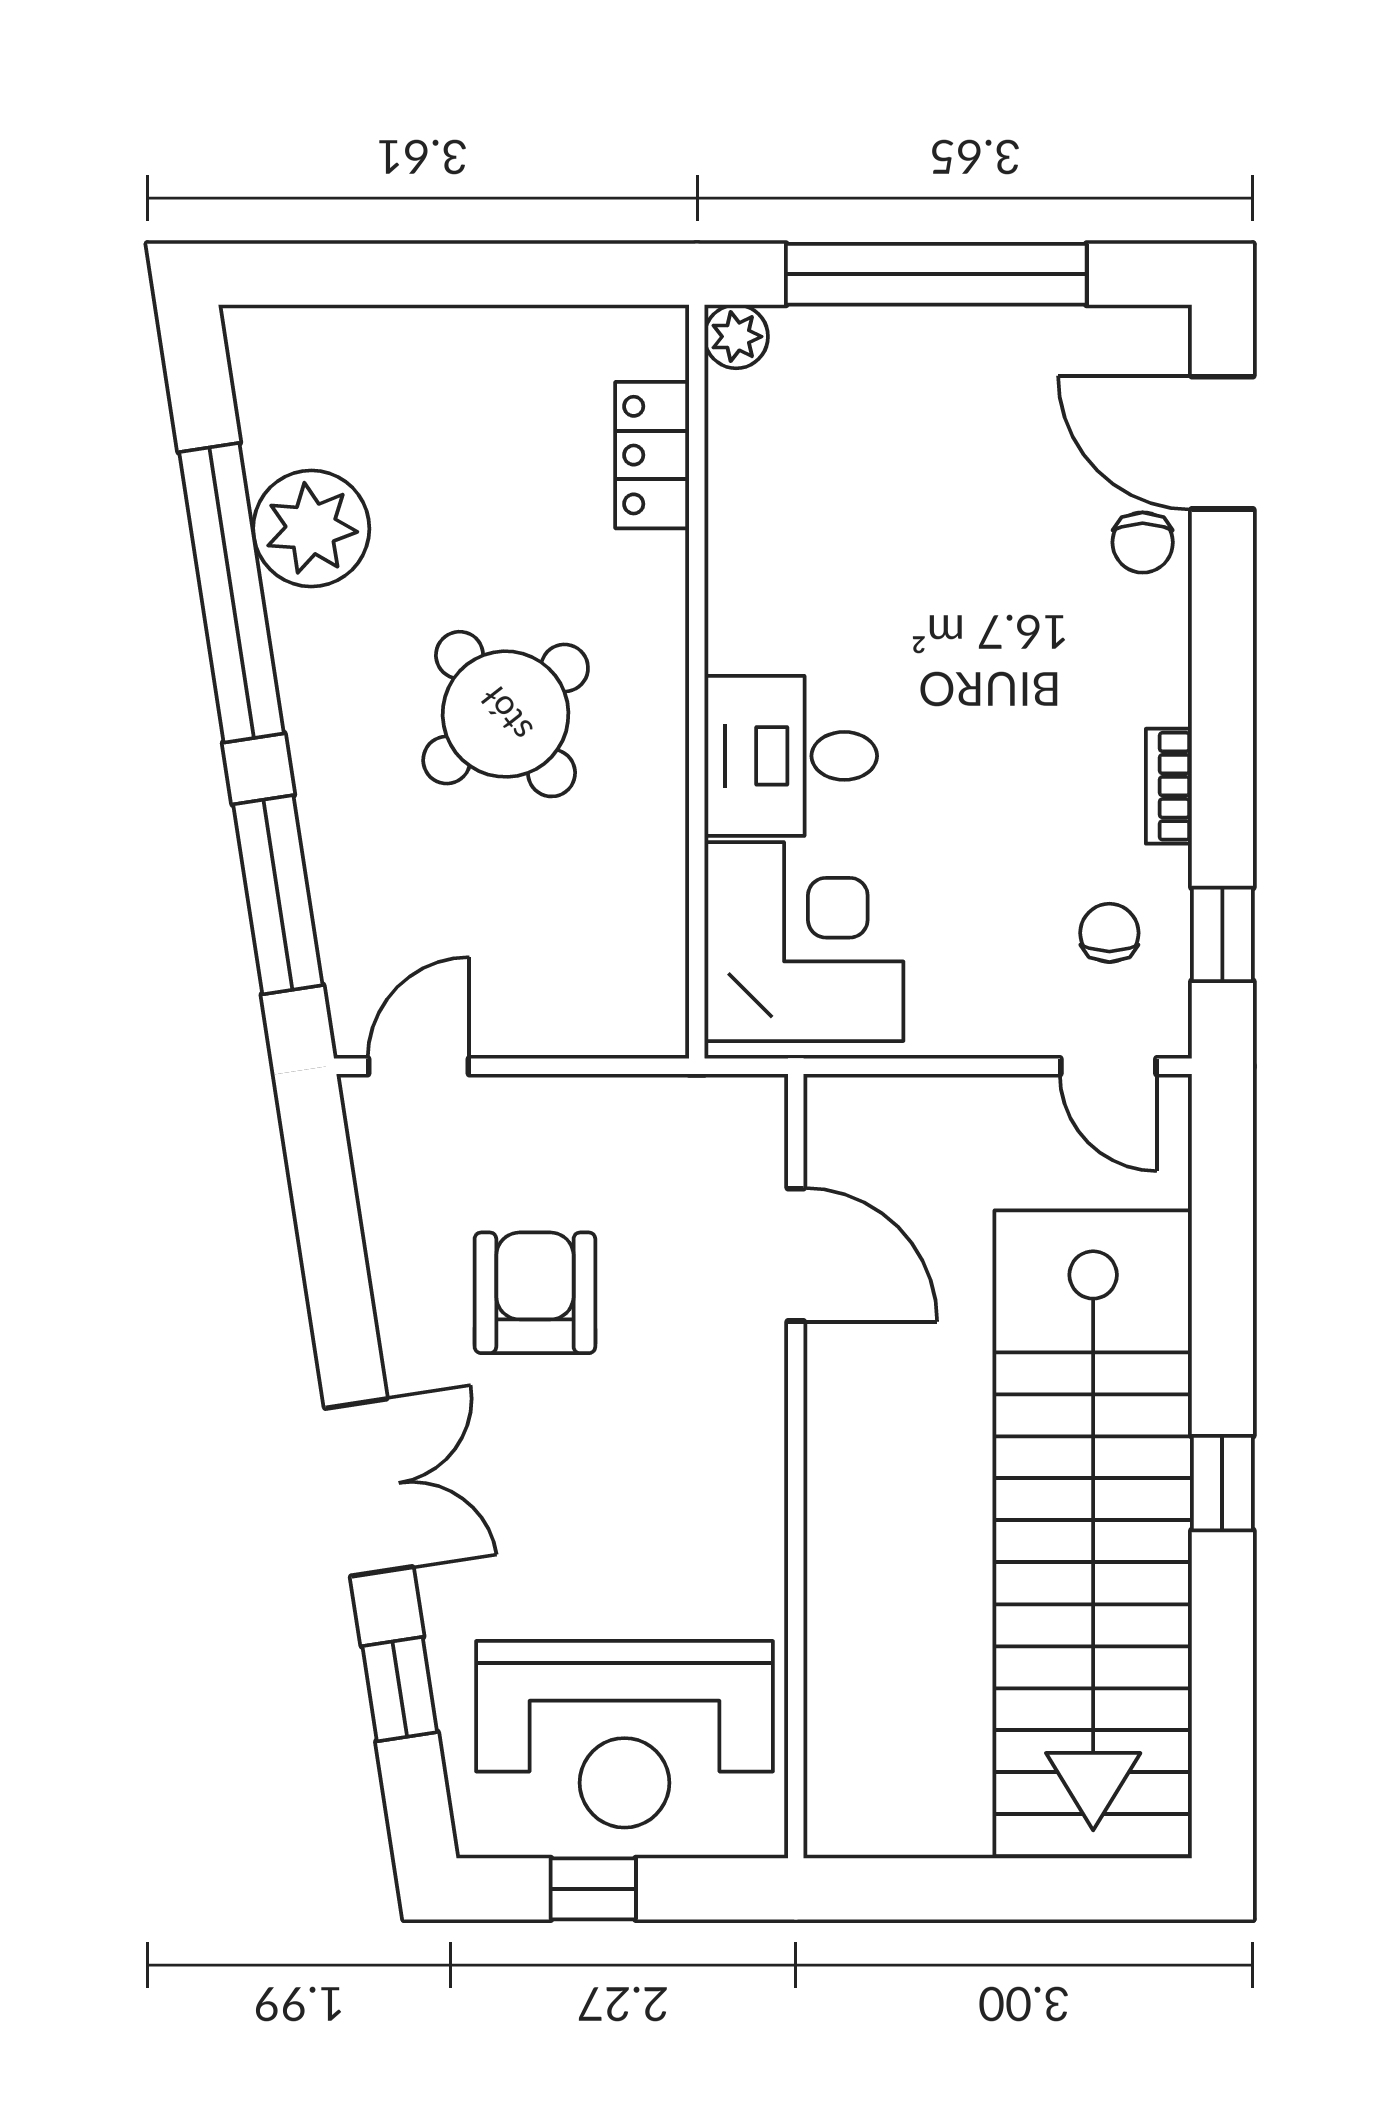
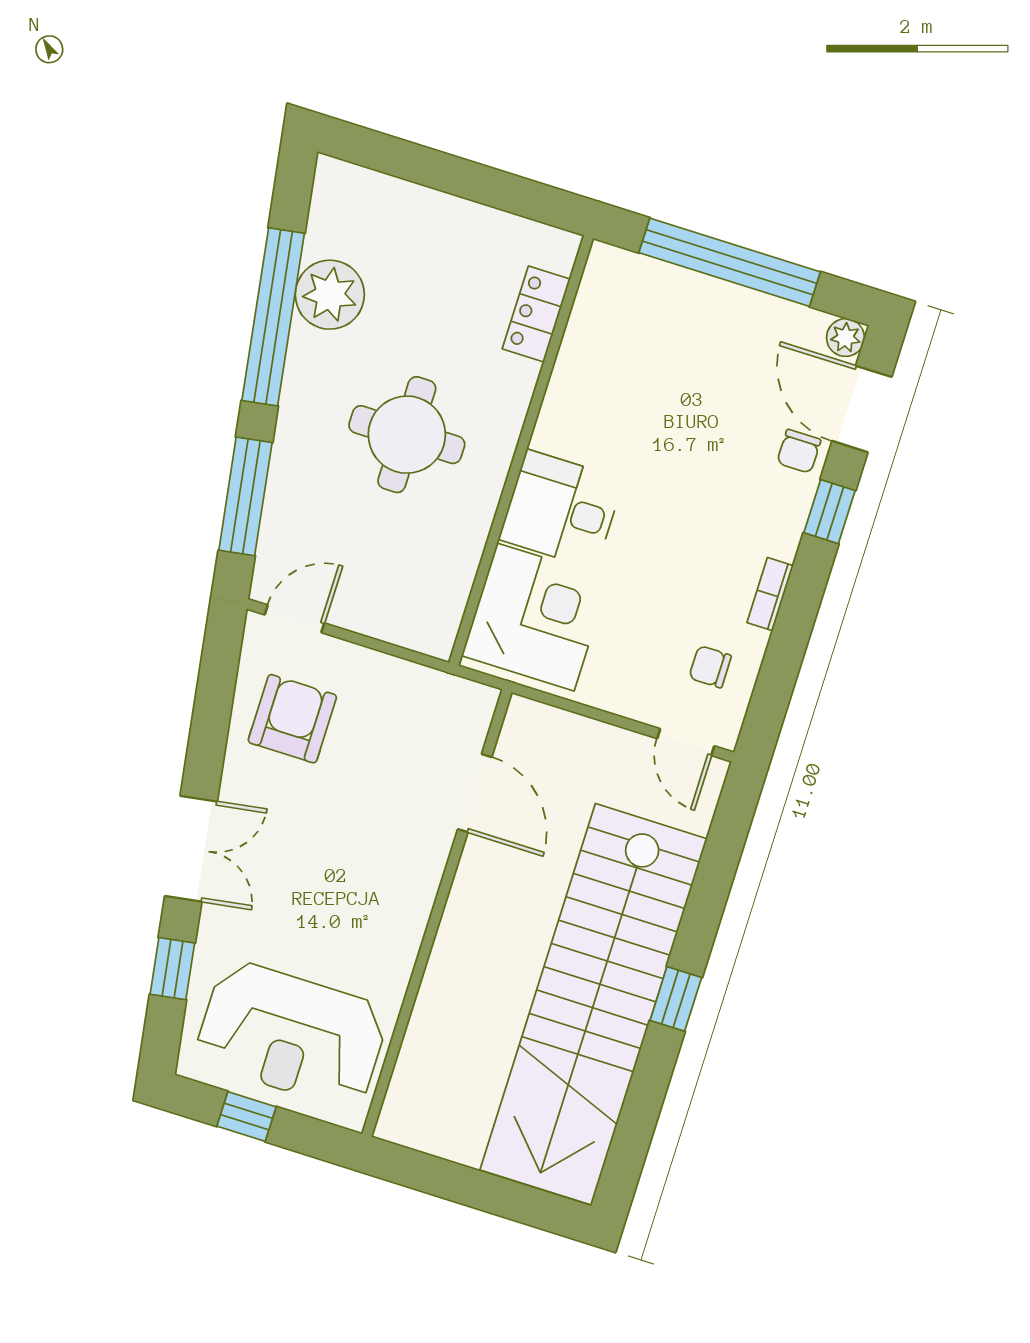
plant: (736, 337) -> (846, 338), moved
round table: (506, 714) -> (407, 435), turned 38
chair: (1109, 933) -> (710, 667), turned -90
window: (1222, 934) -> (829, 512), moved
armchair: (535, 1293) -> (292, 719), moved

